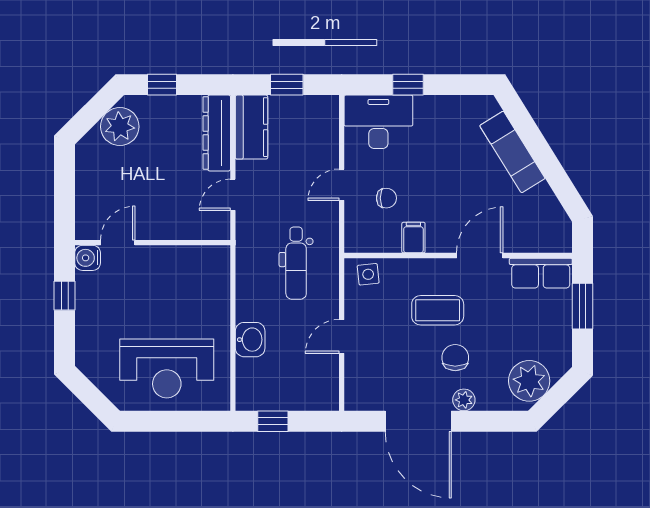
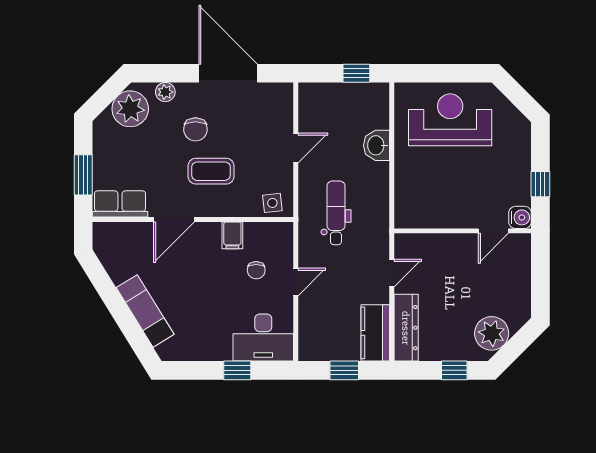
chair: (386, 198) -> (256, 270), turned -90
plant: (464, 400) -> (165, 92), moved

